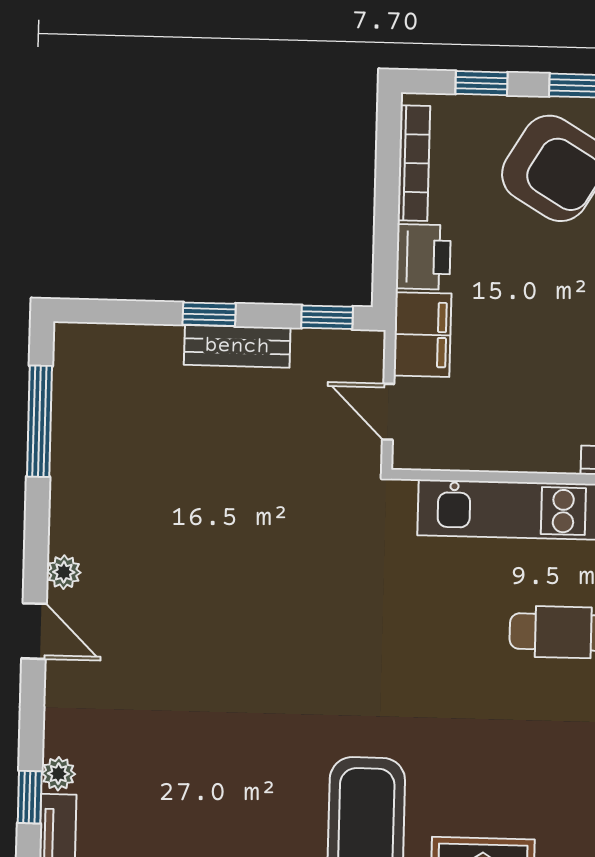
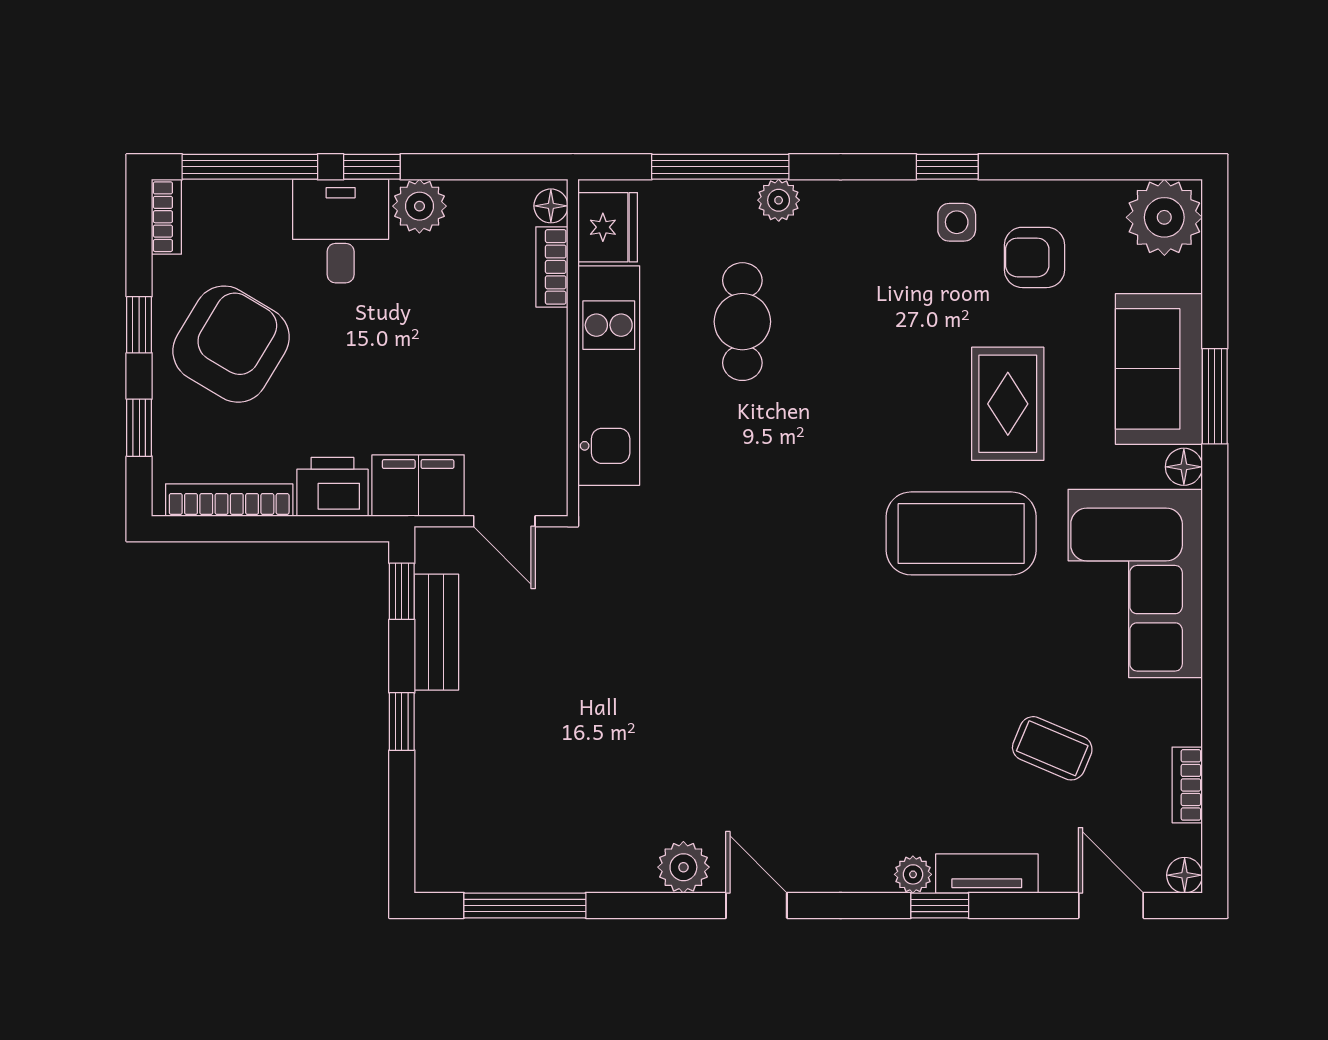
bench: (237, 346) -> (436, 632), moved
door: (388, 412) -> (504, 521), hinge flipped
plant: (64, 572) -> (683, 867), width x1.38, depth x1.38
door: (34, 631) -> (756, 905), hinge flipped

